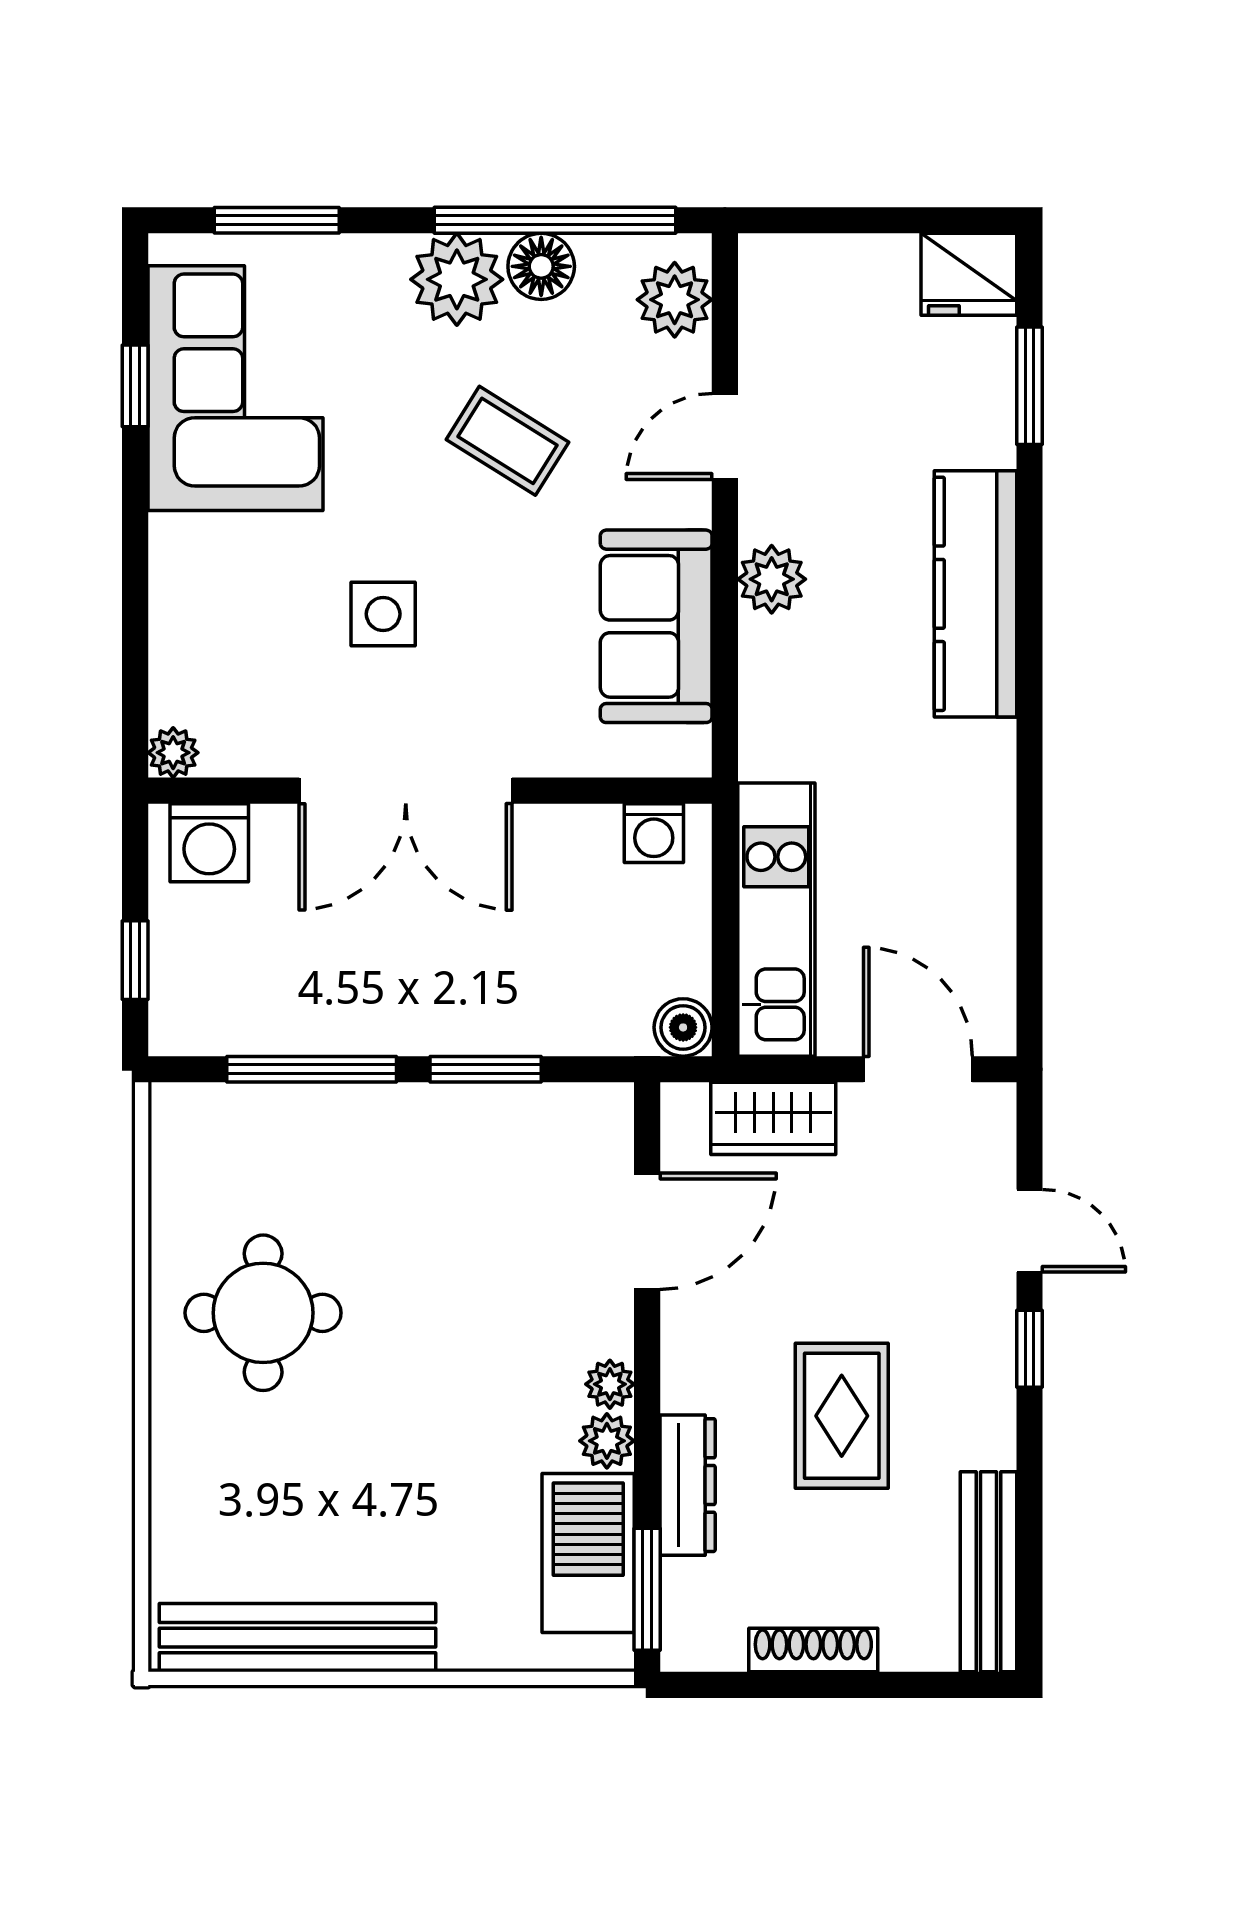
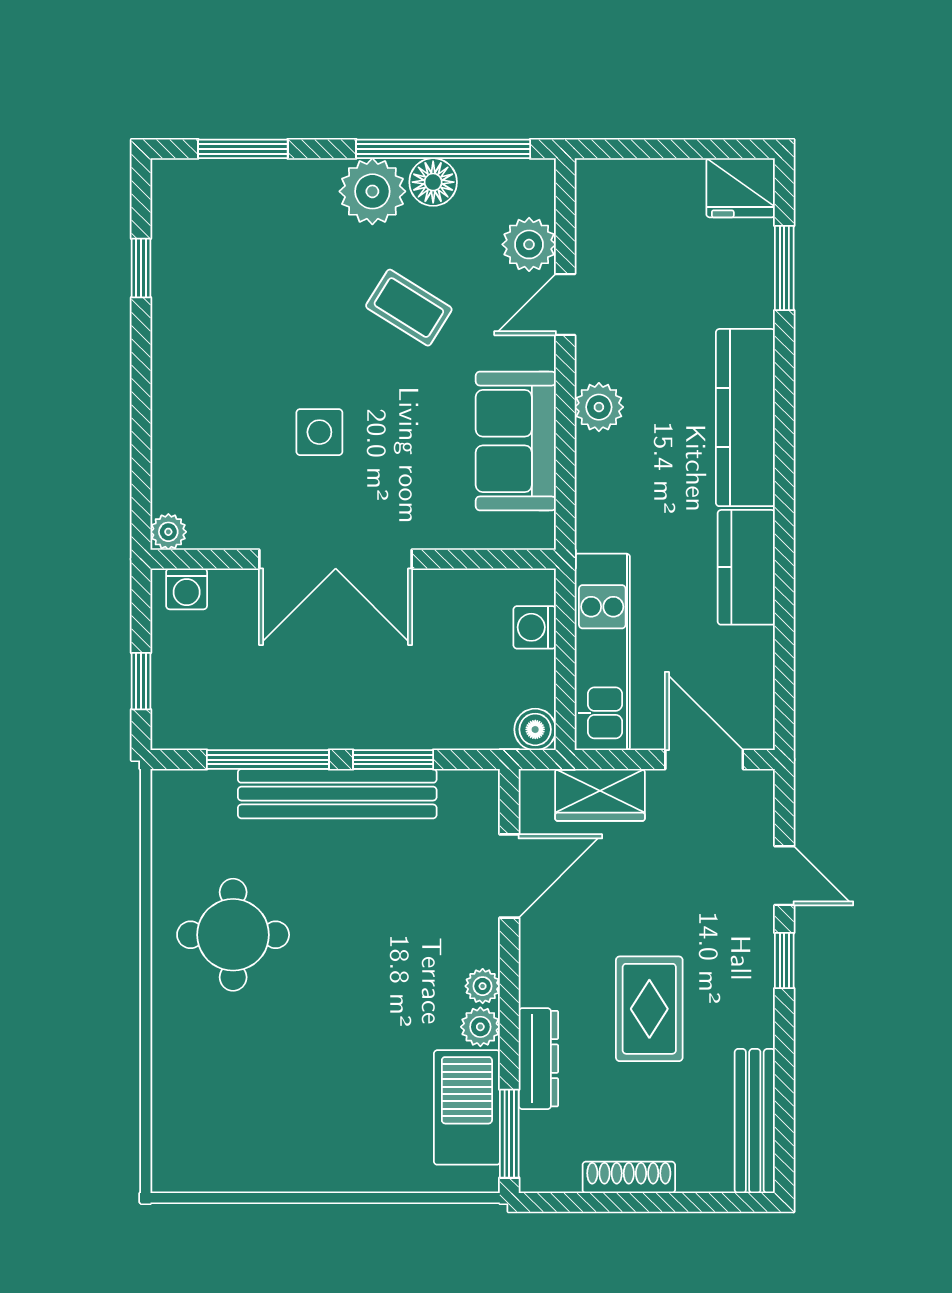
plant: (675, 300) -> (529, 244), moved
corner sofa: (236, 388) -> (213, 270), removed
kitchen counter: (977, 802) -> (746, 567), added
washing machine: (654, 833) -> (535, 627), moved, turned 90
washing machine: (209, 843) -> (187, 589), width x0.73, depth x0.73
bench: (297, 1638) -> (337, 794), moved

